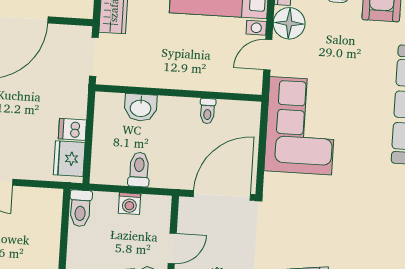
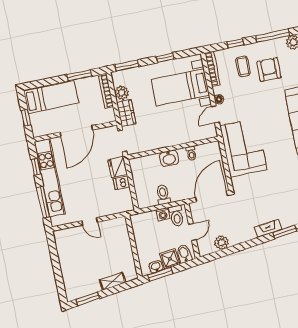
floor lamp: (289, 23) -> (219, 99), width x0.53, depth x0.53
washbasin: (141, 108) -> (169, 158), moved
fridge: (69, 159) -> (117, 167), moved
toilet: (80, 208) -> (177, 216), moved

